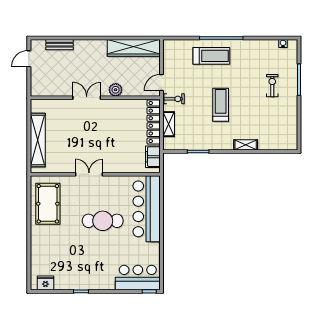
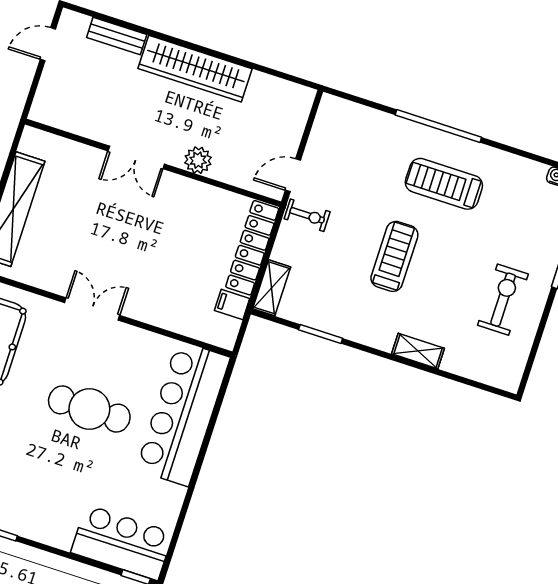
wardrobe: (134, 48) -> (195, 69), moved
treadmill: (211, 56) -> (444, 184), moved, turned 180
exercise bike: (272, 86) -> (503, 300), moved, width x1.38, depth x1.39
double door: (87, 98) -> (136, 157), swing flipped
shelving: (169, 124) -> (272, 288), moved
filing cabinet: (153, 157) -> (232, 304), width x0.50

